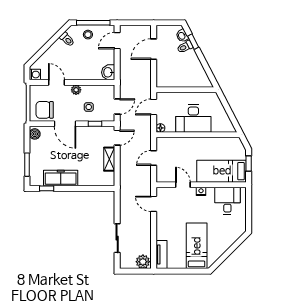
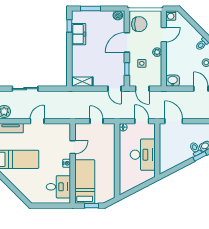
door: (154, 49) -> (174, 121), moved
chair: (45, 110) -> (139, 24), turned 90
desk: (193, 119) -> (143, 155), moved, turned 180
shelving: (109, 159) -> (82, 82), moved
freezer: (61, 178) -> (79, 34), width x0.71
door: (154, 204) -> (37, 121), moved

